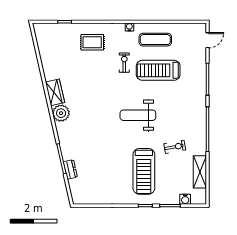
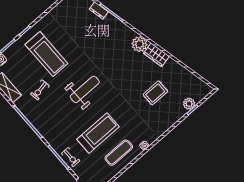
plant: (63, 29) -> (189, 104), added
rug: (92, 42) -> (155, 93), moved
exercise bike: (124, 63) -> (71, 157), moved
treadmill: (144, 171) -> (46, 54), turned 180

